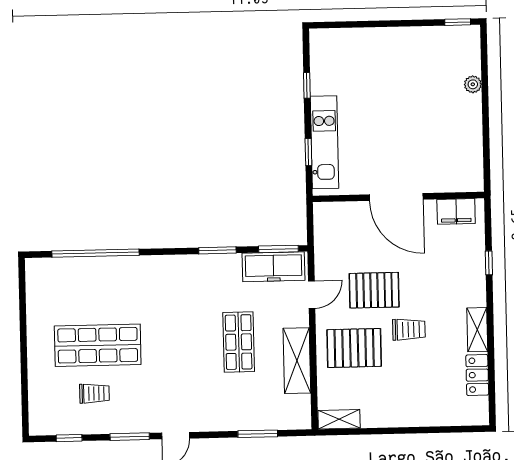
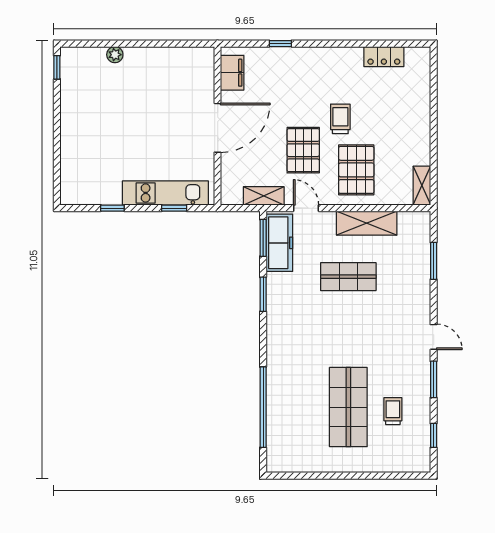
shelving: (477, 330) -> (264, 196), moved

